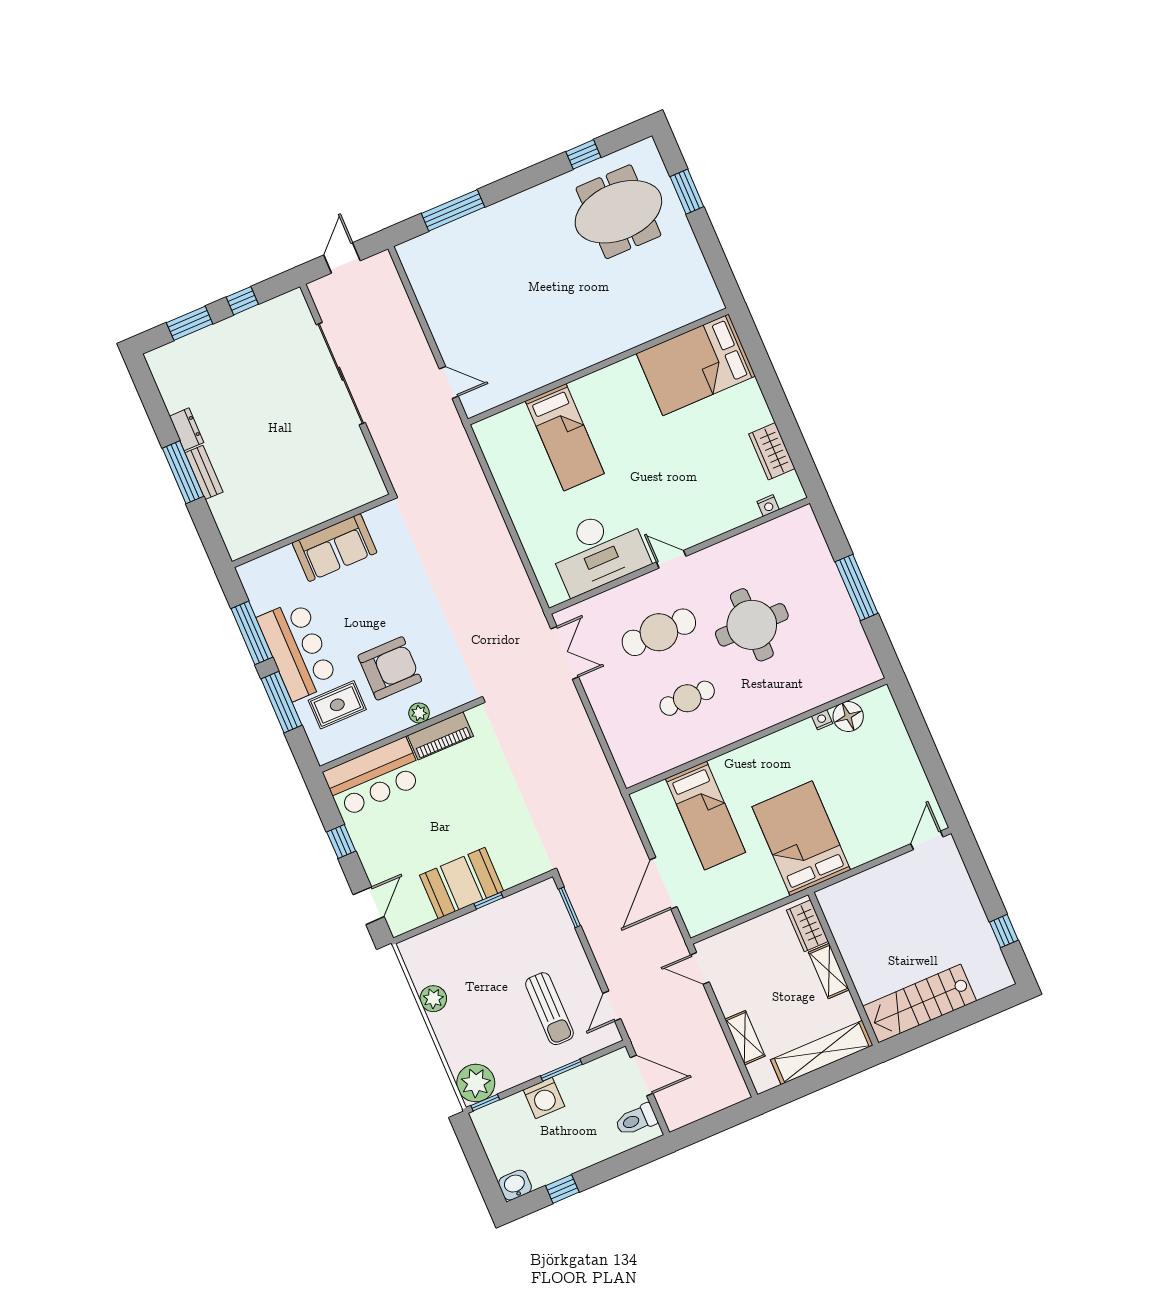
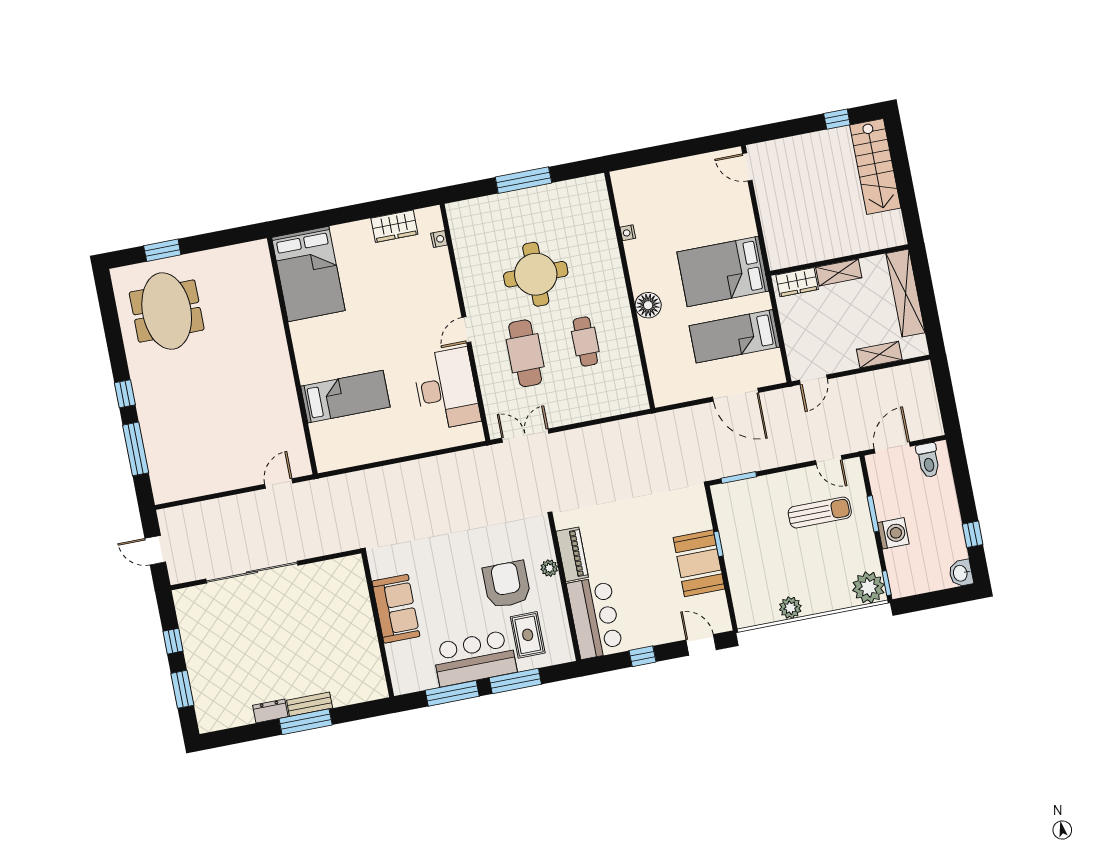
window: (583, 154) -> (125, 394), moved
floor lamp: (848, 717) -> (648, 305), moved
bed: (705, 815) -> (734, 336), moved, turned 180
stairs: (920, 1003) -> (875, 167), moved

